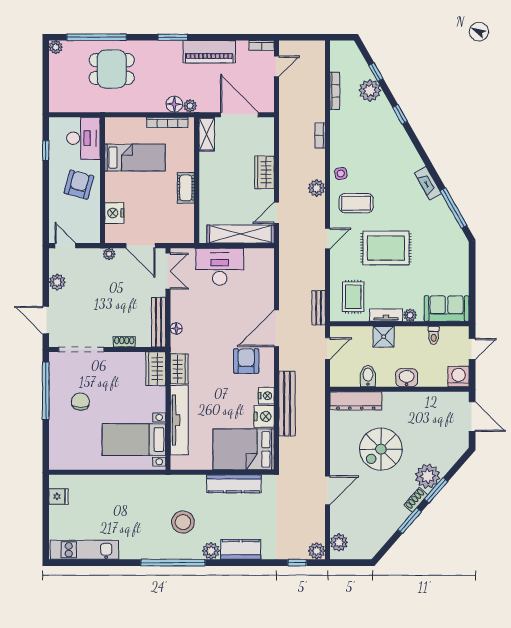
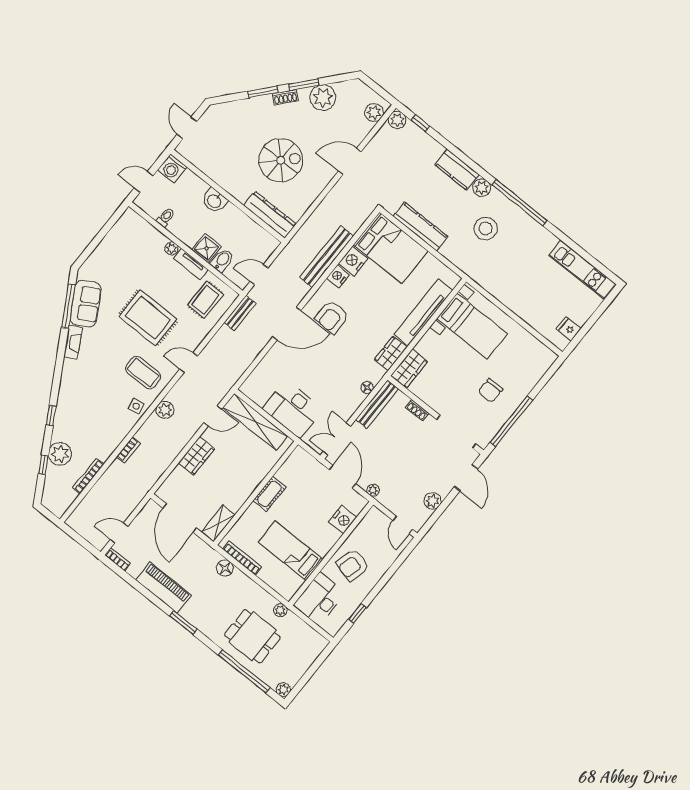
plant: (190, 106) -> (280, 610), moved
sofa: (447, 309) -> (86, 304), moved, turned -120
bidet: (368, 376) -> (222, 260), moved, turned 180
door: (472, 417) -> (187, 128), width x0.73
plant: (428, 476) -> (323, 98), moved

